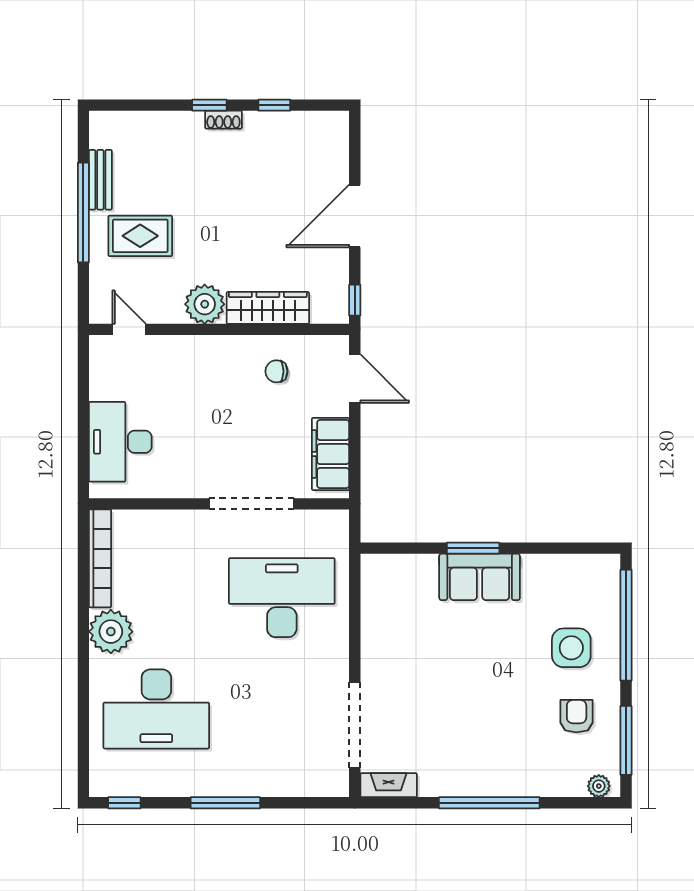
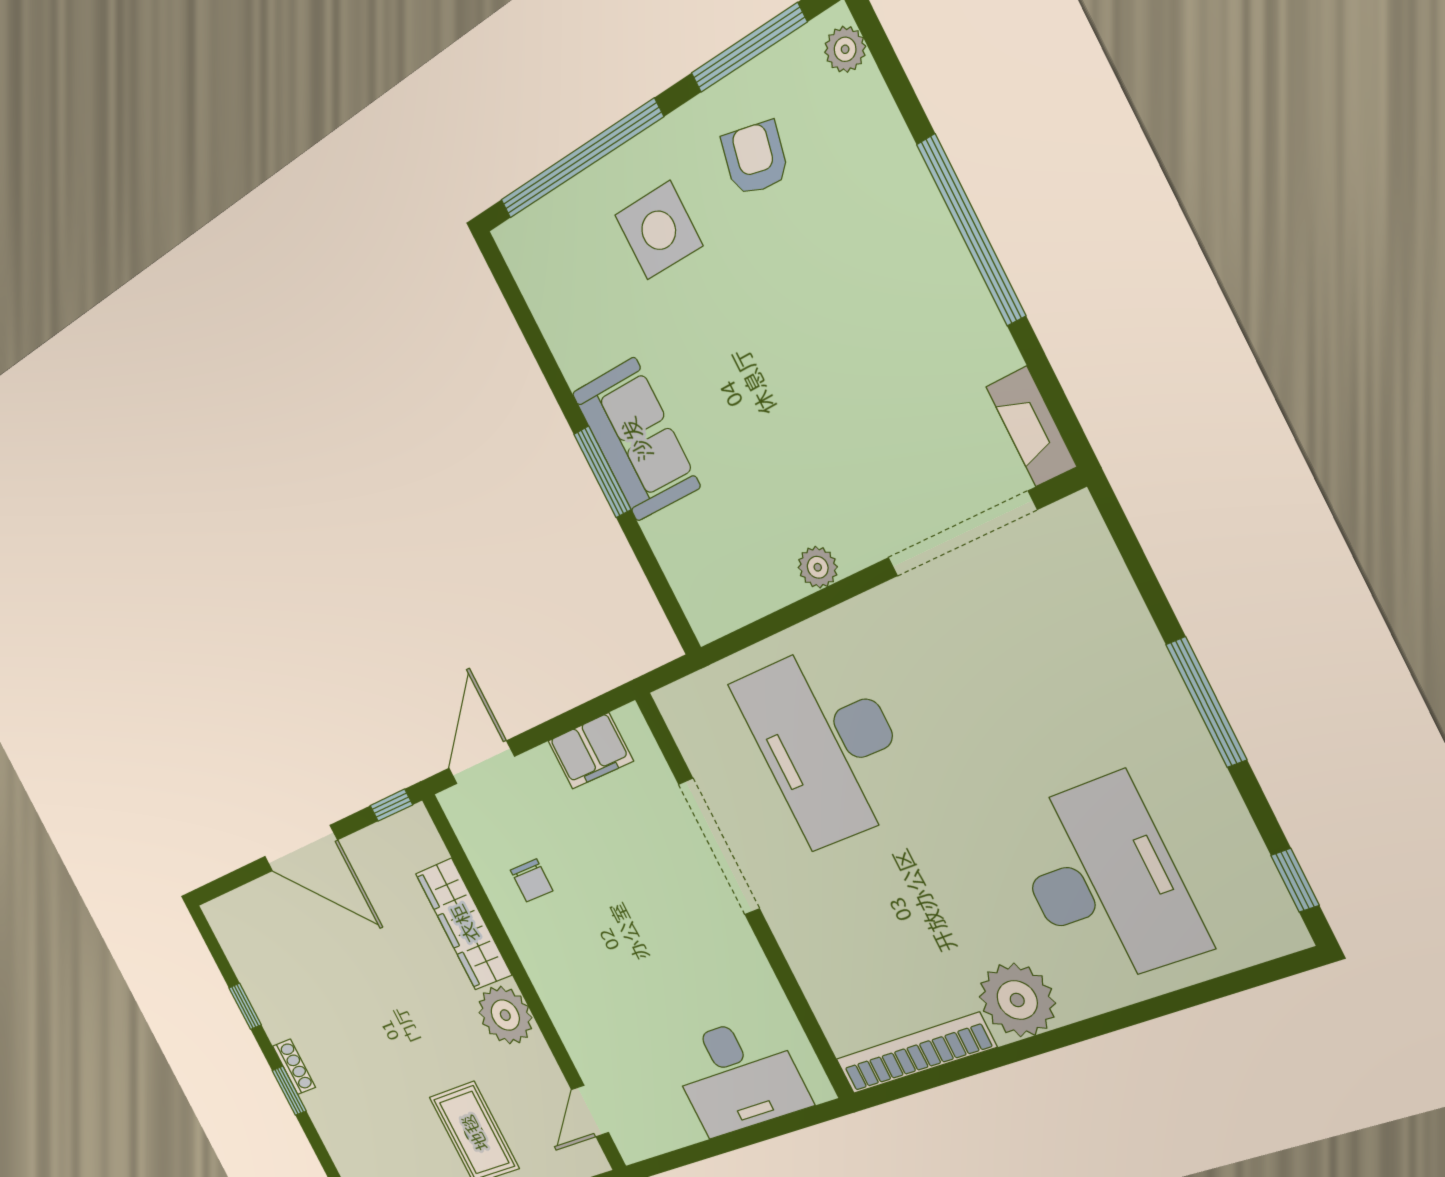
filing cabinet: (330, 454) -> (591, 751), width x0.67, depth x0.86
plant: (372, 642) -> (818, 567), added
armchair: (577, 716) -> (755, 158), turned 103

